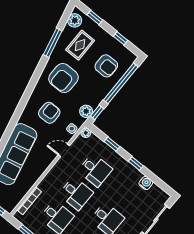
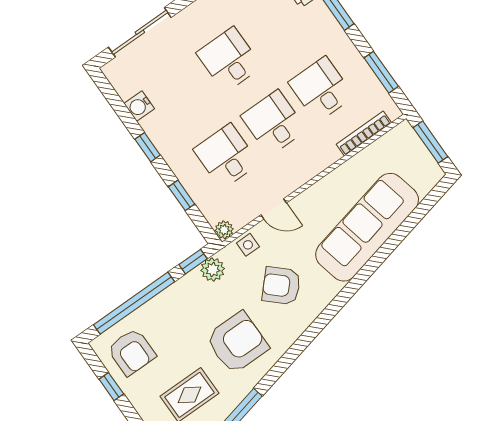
armchair: (106, 66) -> (132, 352), moved, turned 180
armchair: (49, 113) -> (281, 286), turned 43

